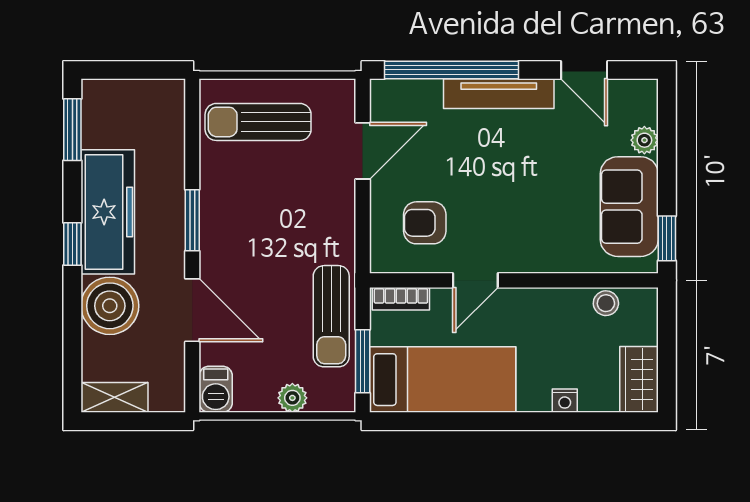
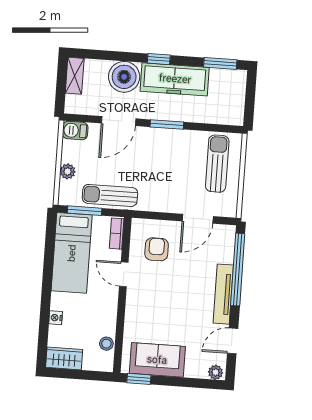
plant: (644, 140) -> (216, 372), moved
door: (363, 151) -> (198, 219), hinge flipped

